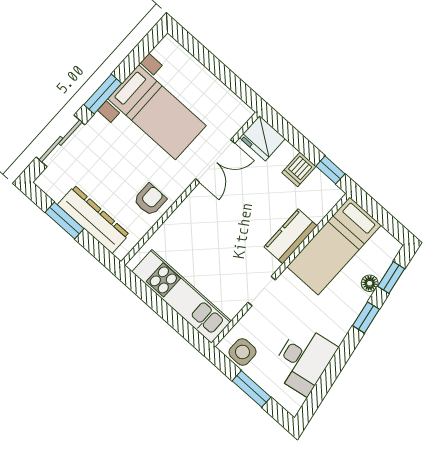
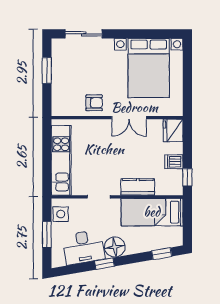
window: (103, 94) -> (125, 34), removed
bed with nightstands: (157, 112) -> (149, 68), width x1.36
double door: (215, 161) -> (129, 118), moved
dresser: (93, 220) -> (60, 84), removed
floor lamp: (370, 283) -> (115, 247), moved, width x1.89, depth x1.89
window: (366, 317) -> (104, 264), moved

